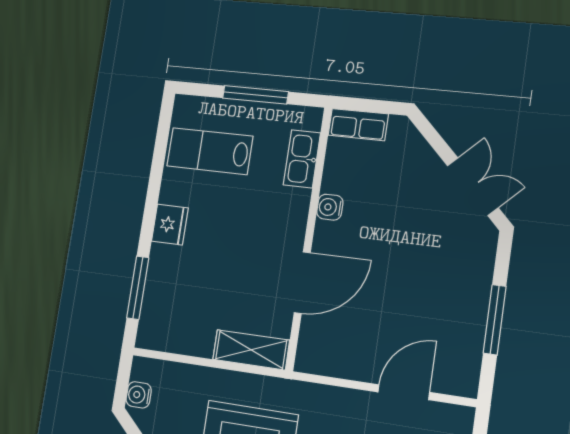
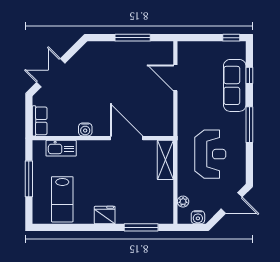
double door: (473, 187) -> (51, 73), moved
plant: (171, 372) -> (183, 202), added

